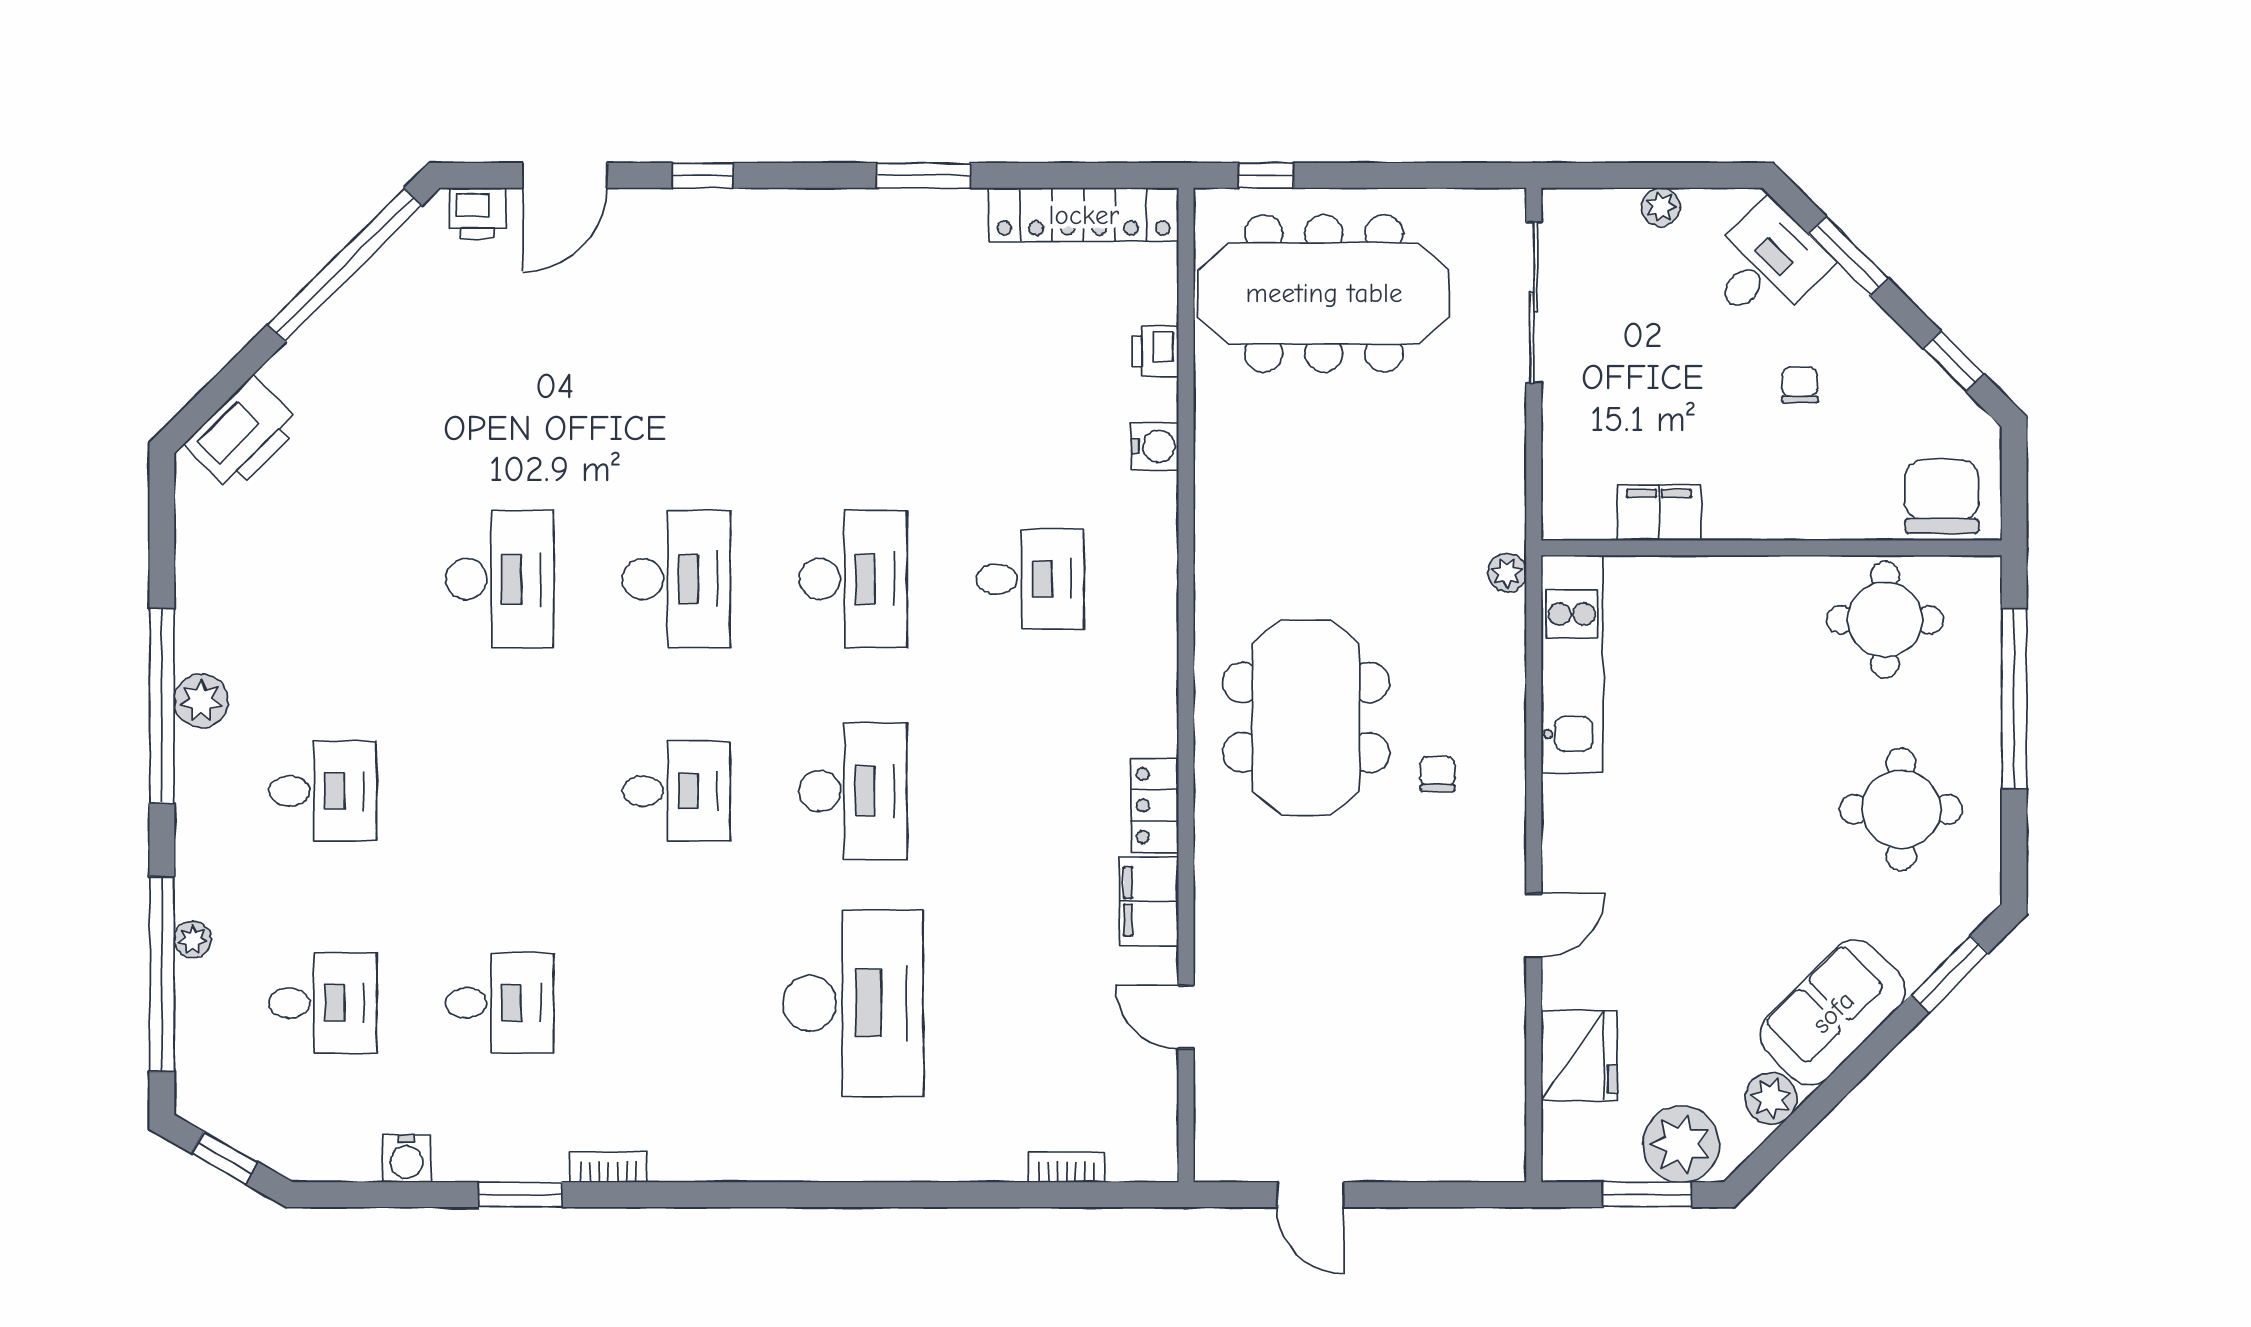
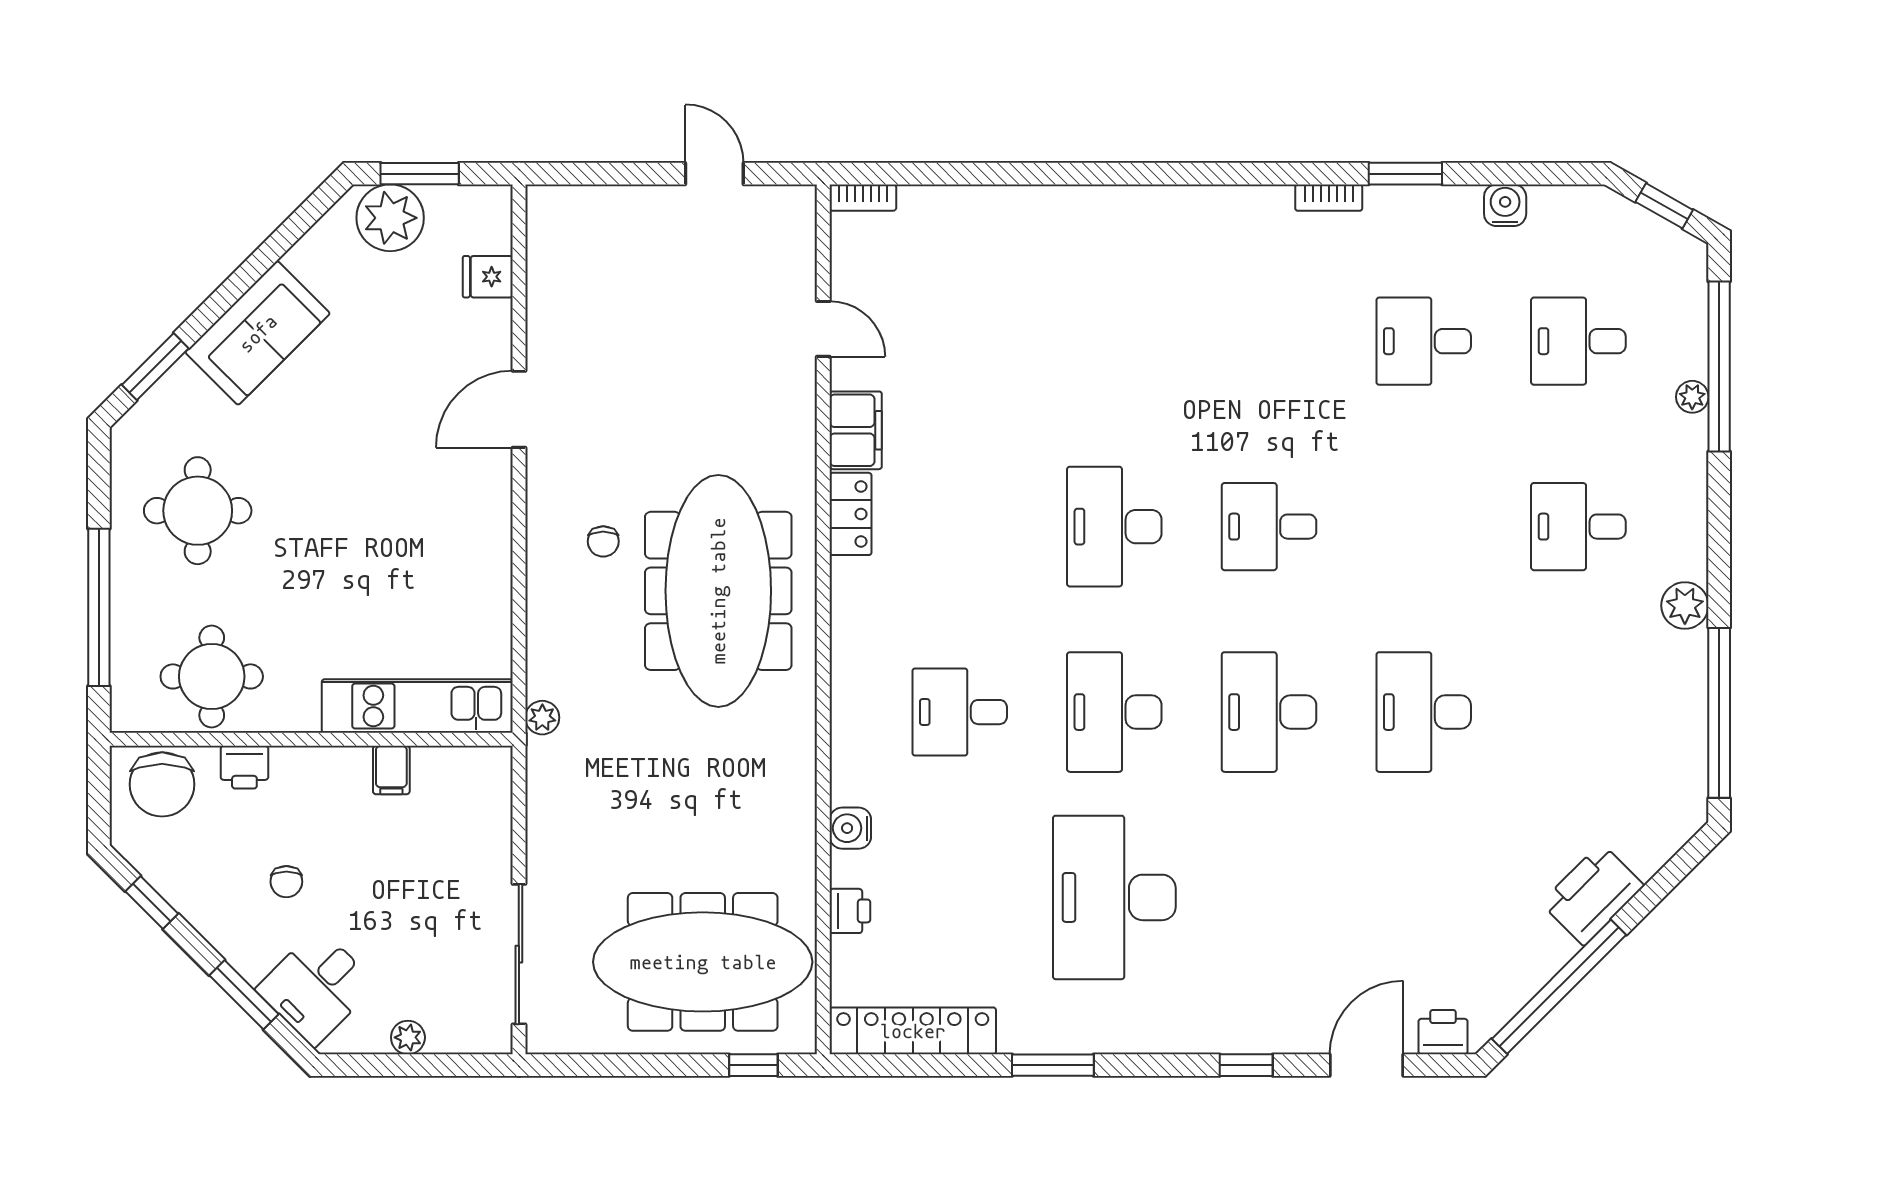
printer: (243, 435) -> (1592, 894), moved
filing cabinet: (1659, 513) -> (391, 770), width x0.50
printer: (1848, 516) -> (244, 767), added
kitchen unit: (1572, 664) -> (417, 706), moved, turned 90
window: (162, 706) -> (1719, 713), moved
meeting table: (1306, 718) -> (718, 591), width x1.36
door: (1534, 925) -> (519, 409), width x1.37
desk: (853, 1003) -> (1114, 897), moved
fridge: (1579, 1056) -> (488, 277), width x0.53, depth x0.75
plant: (1771, 1098) -> (311, 258), removed
bookcase: (1067, 1167) -> (863, 198), moved

